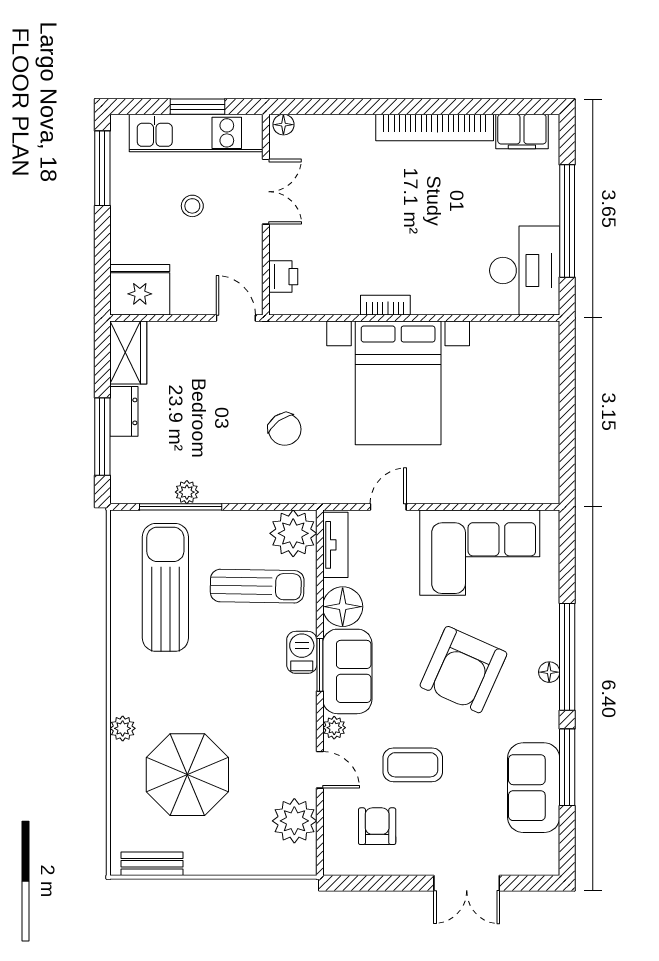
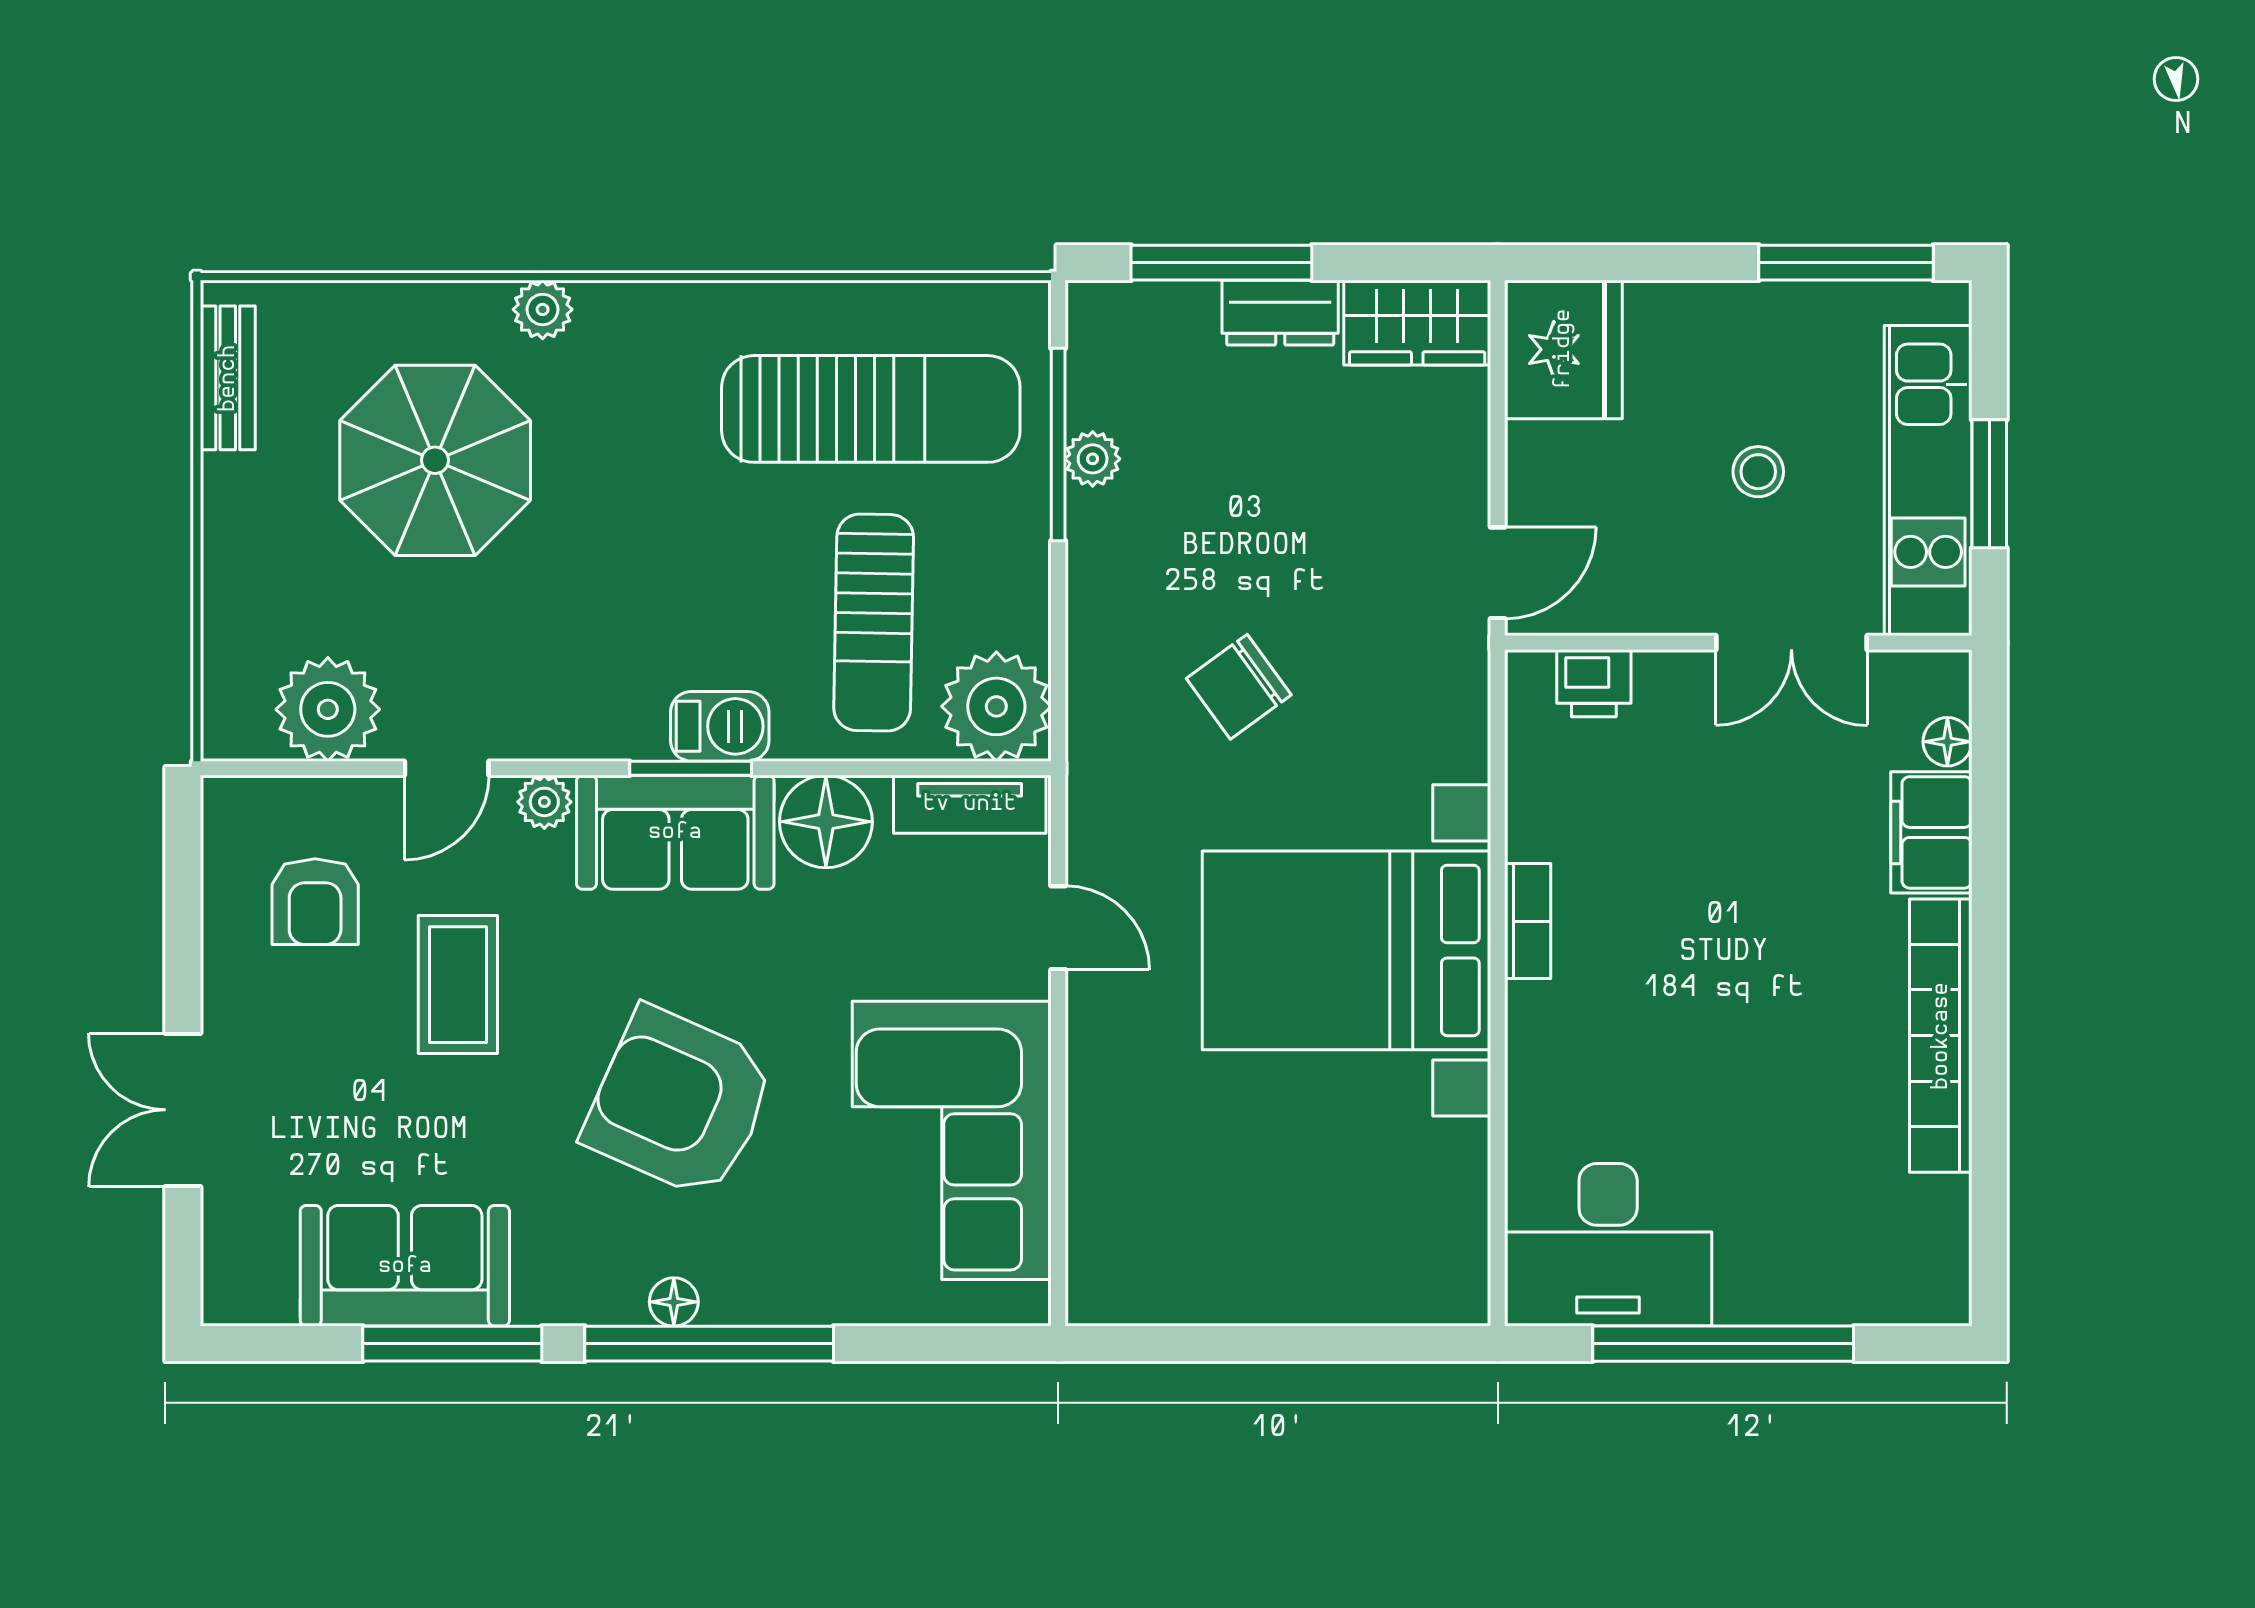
floor lamp: (283, 125) -> (1947, 742), moved
filing cabinet: (522, 132) -> (1931, 832), moved
armchair: (377, 826) -> (315, 902), turned 90

